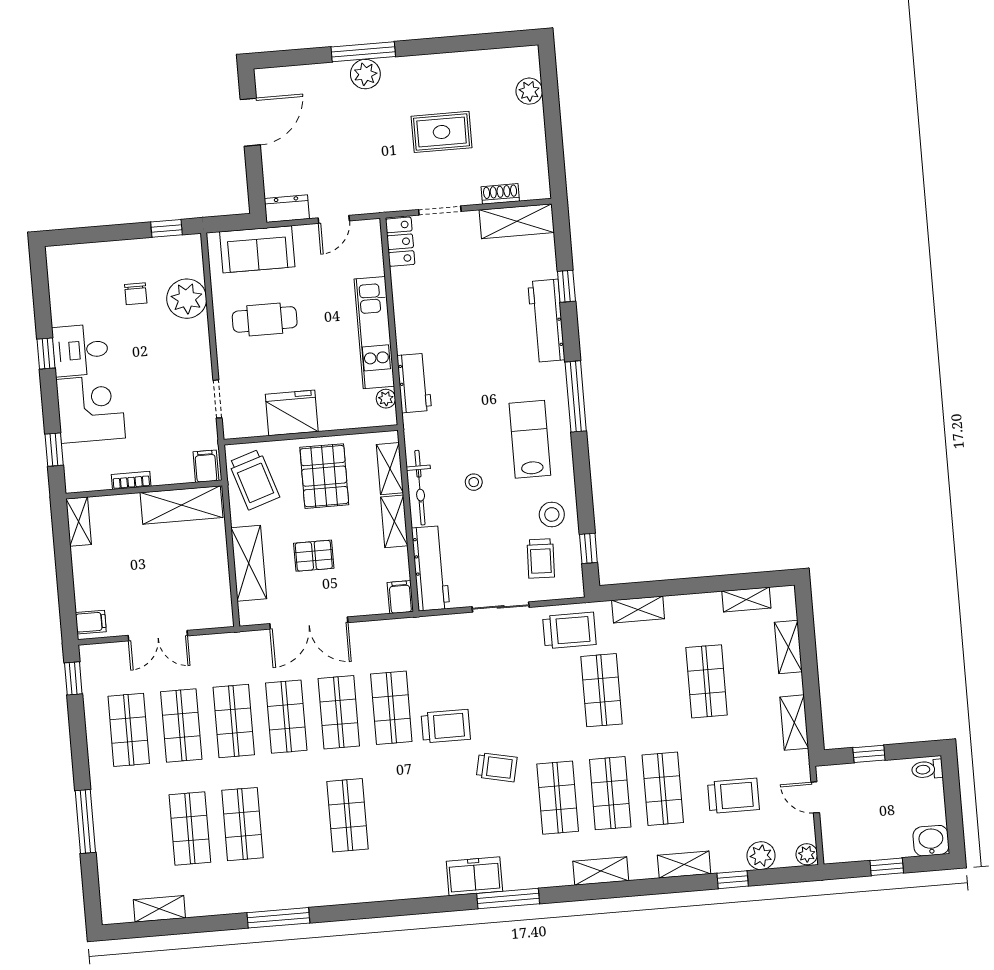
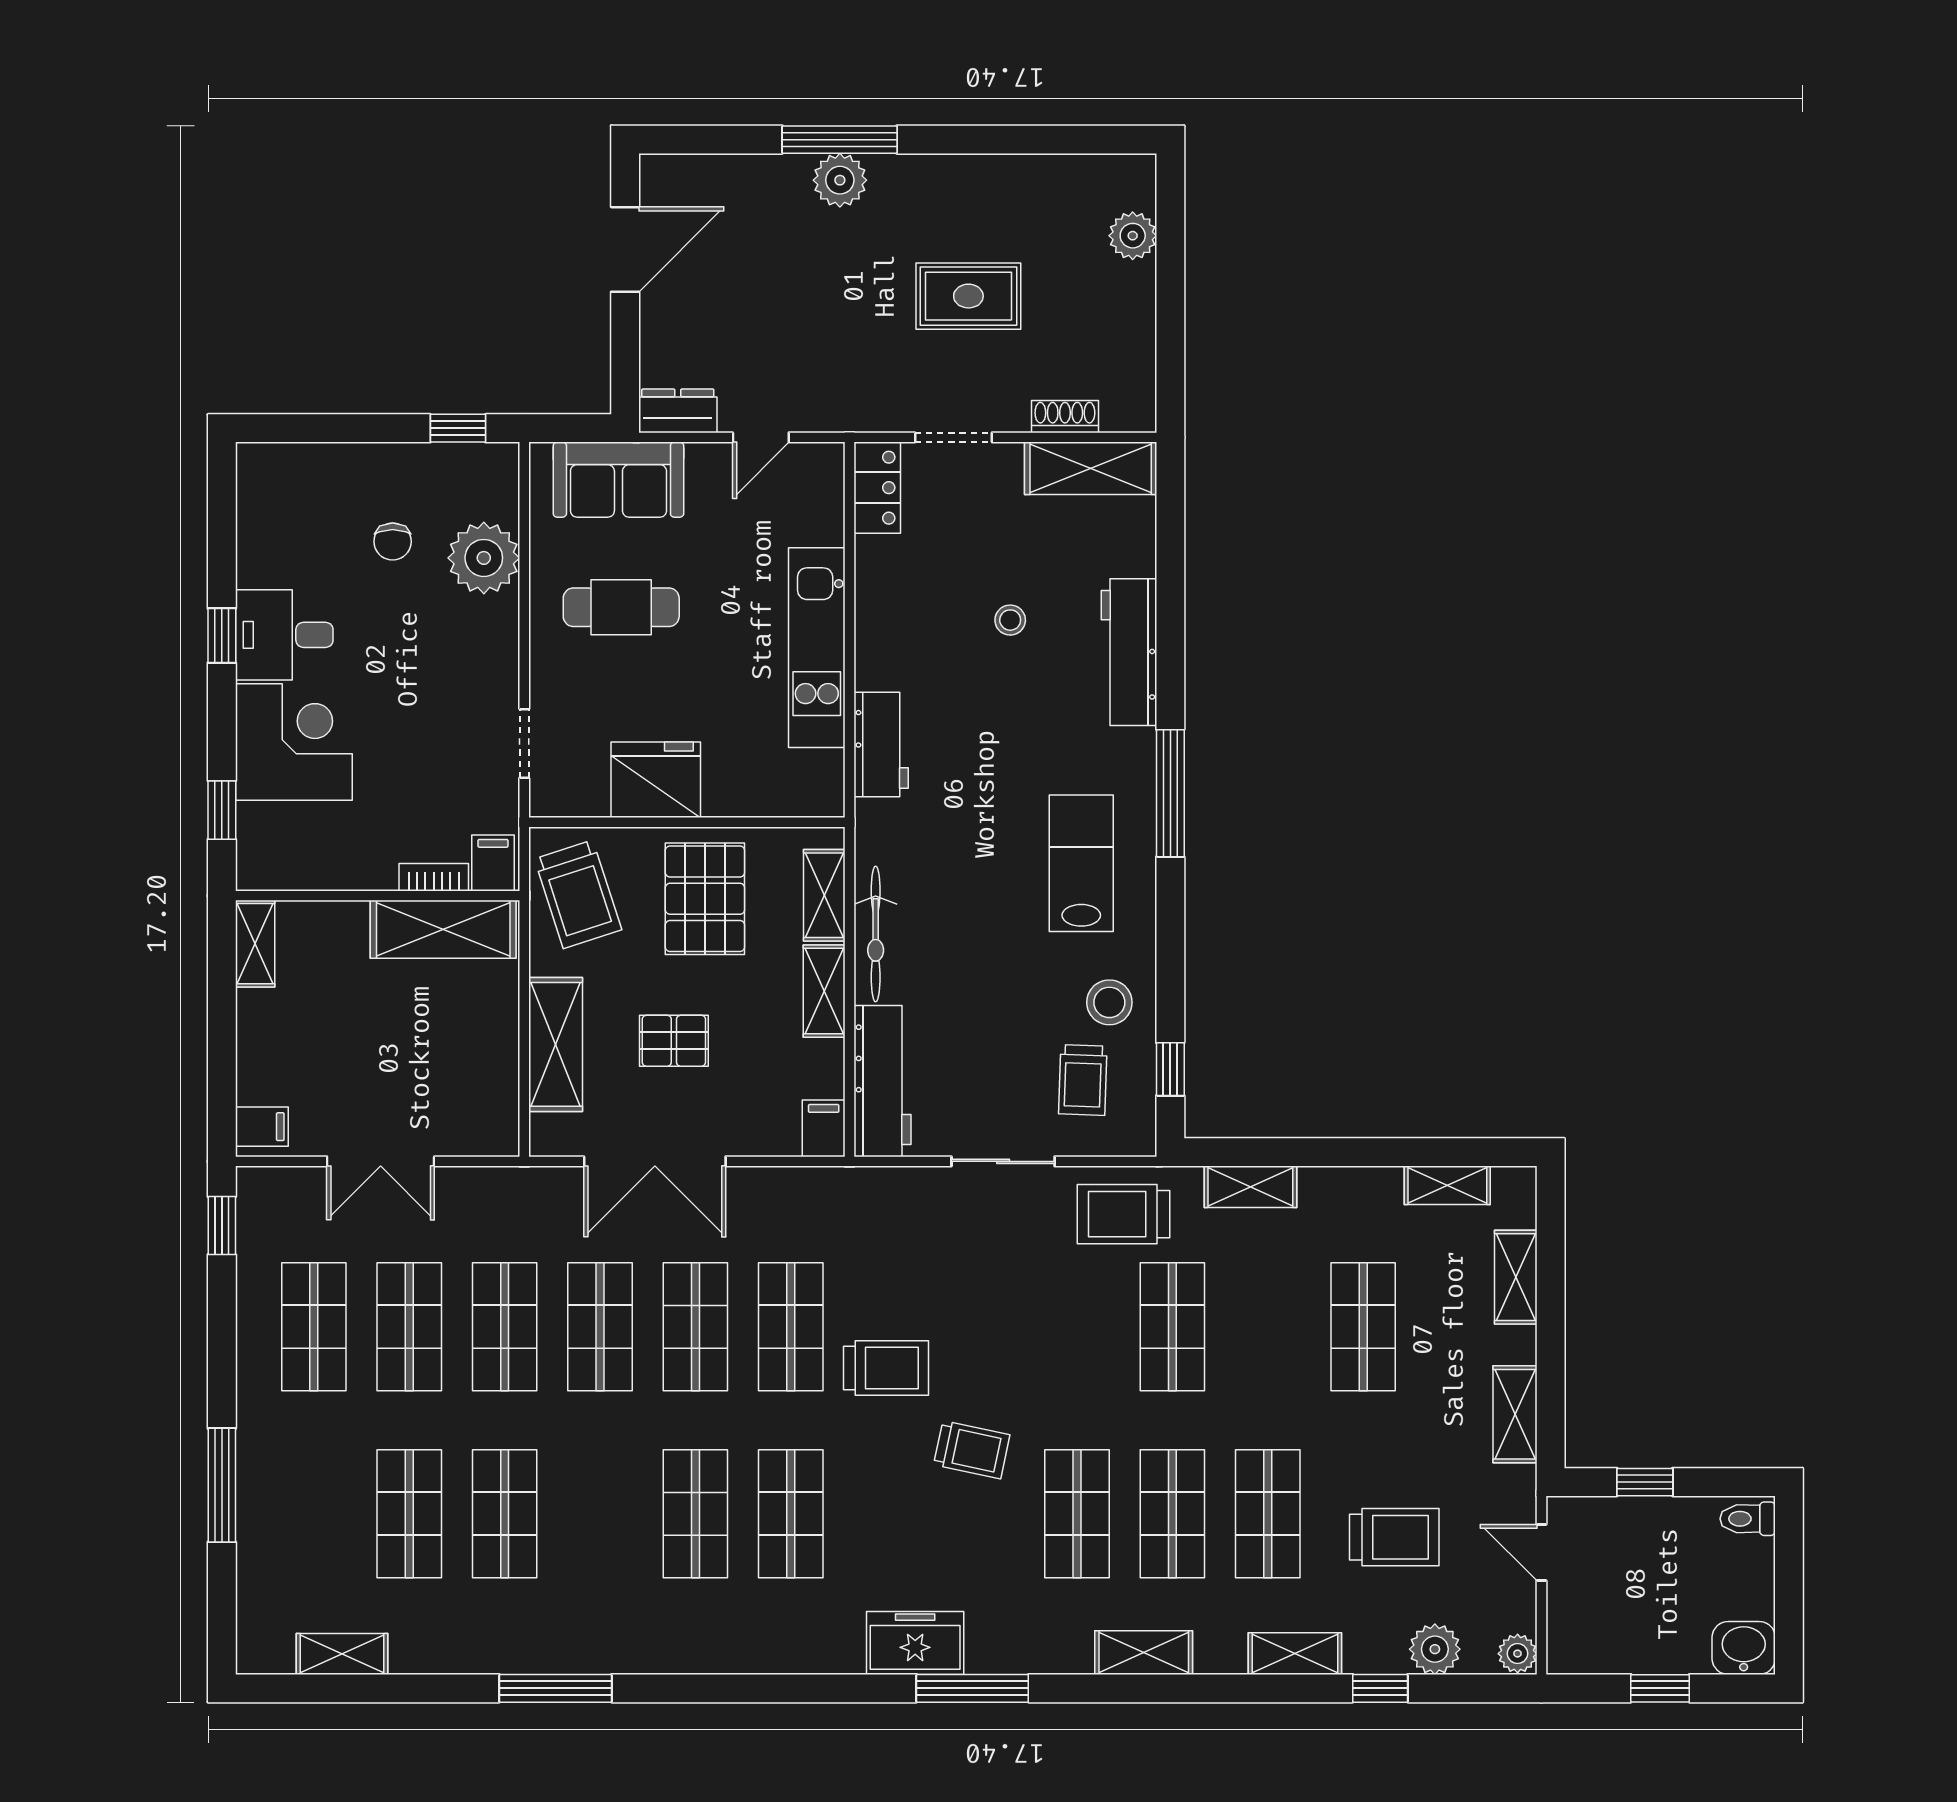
window: (566, 286) -> (1170, 593), removed
plant: (386, 399) -> (828, 768), removed
bookcase: (131, 480) -> (434, 877), moved
stool: (474, 482) -> (1010, 620), moved
trolley: (569, 630) -> (1124, 1214), turned 180
shop shelf: (400, 811) -> (791, 1514), added

